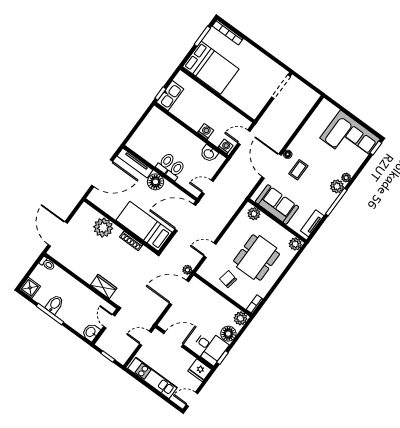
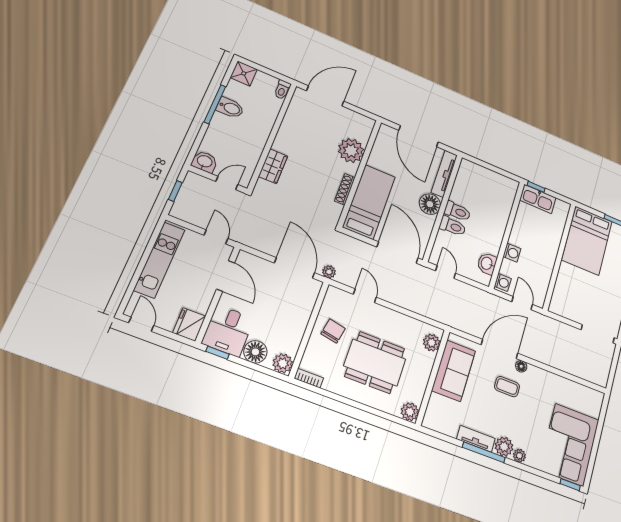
tv unit: (312, 223) -> (476, 439), moved

